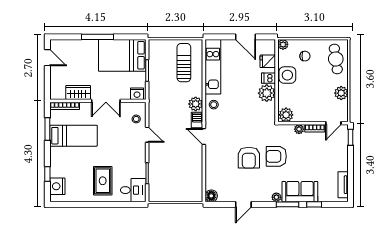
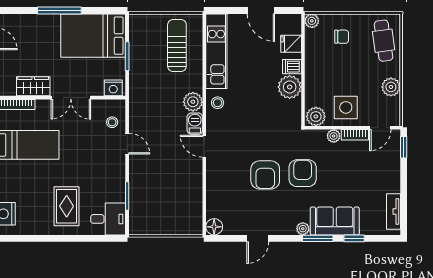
side table: (287, 75) -> (346, 107), moved
armchair: (276, 156) -> (303, 173), turned 90

